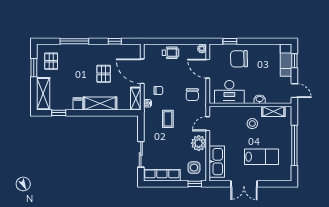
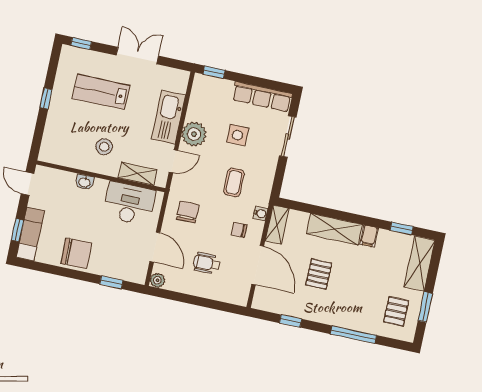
wheelchair: (171, 53) -> (207, 263), moved
chair: (239, 59) -> (76, 253), moved
shelving: (273, 111) -> (138, 174), moved
window: (294, 145) -> (46, 99), width x0.32
kitchen sink: (217, 162) -> (169, 117), moved
side table: (194, 168) -> (238, 135), moved
window: (280, 184) -> (81, 43), added

